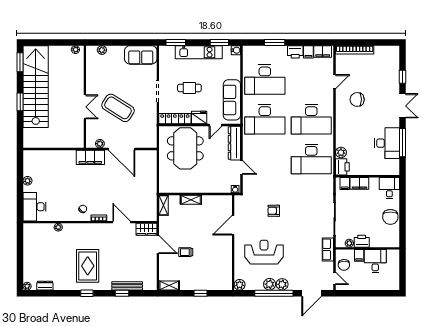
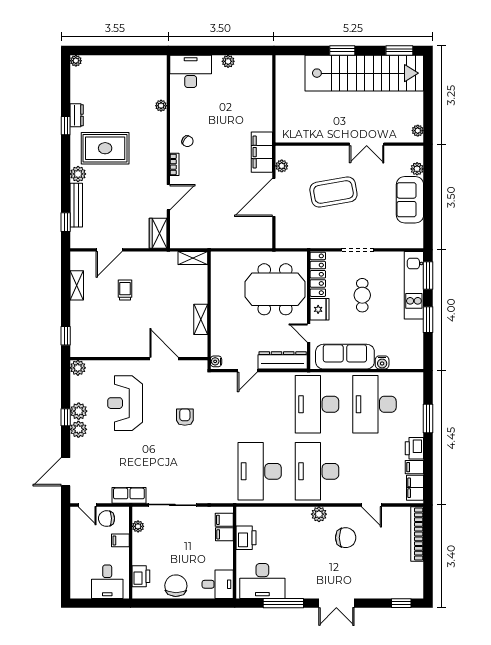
window: (219, 42) -> (428, 320), moved
water cooler: (236, 50) -> (382, 362), moved
kitchen unit: (199, 52) -> (414, 285), moved
sofa: (141, 55) -> (410, 200), moved
window: (402, 77) -> (401, 603), moved
chair: (357, 99) -> (346, 538), turned 90
double door: (85, 107) -> (367, 144), moved
coffee table: (118, 108) -> (333, 192), turned 48
desk: (387, 143) -> (262, 581), moved
plant: (341, 152) -> (319, 514), moved
printer: (342, 167) -> (246, 538), moved, turned -90
filing cabinet: (359, 183) -> (224, 534), width x0.50
shelving: (191, 200) -> (201, 319), moved
chair: (390, 217) -> (176, 586), turned 91
printer: (362, 241) -> (141, 576), moved
door: (158, 244) -> (109, 250), moved
reception desk: (264, 252) -> (125, 403), turned 180
desk: (375, 261) -> (107, 582), moved, turned 90
door: (335, 278) -> (87, 505), hinge flipped
plant: (105, 285) -> (78, 174), added
dresser: (45, 286) -> (77, 115), moved
shelving: (169, 286) -> (77, 285), moved
window: (87, 293) -> (66, 126), moved
window: (122, 293) -> (66, 222), moved
window: (200, 293) -> (66, 336), moved
window: (274, 293) -> (66, 417), width x0.32
door: (312, 293) -> (66, 472), hinge flipped

